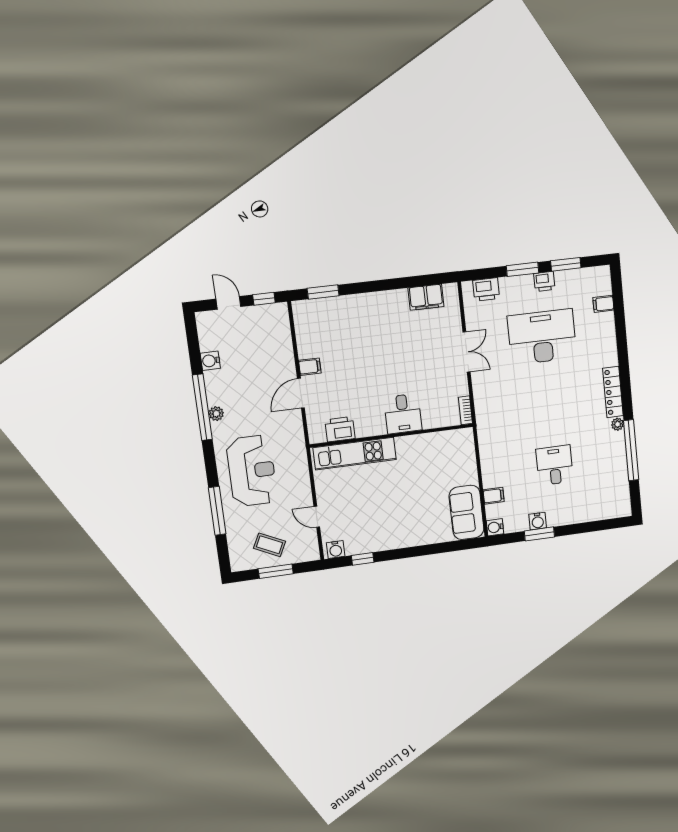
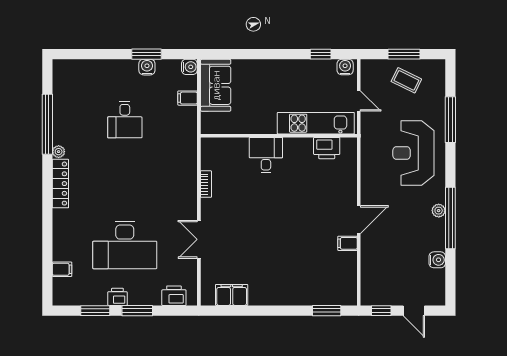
desk: (403, 414) -> (266, 155), moved
printer: (340, 429) -> (327, 148), moved
wall: (392, 436) -> (279, 136), moved
kitchen unit: (355, 454) -> (316, 123), moved

